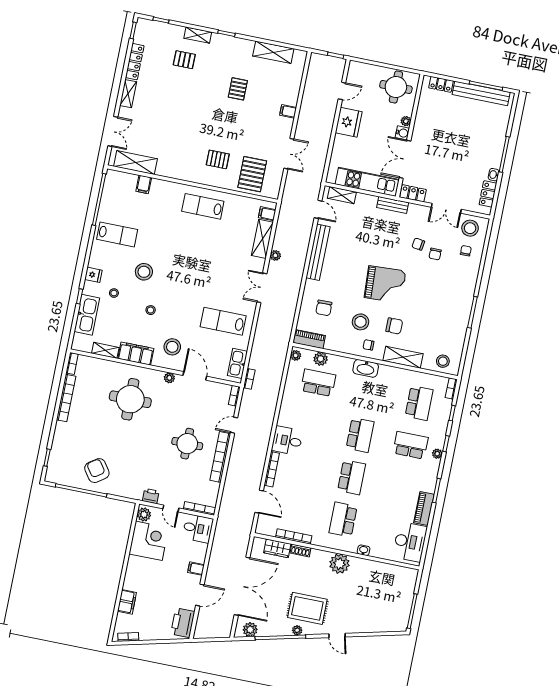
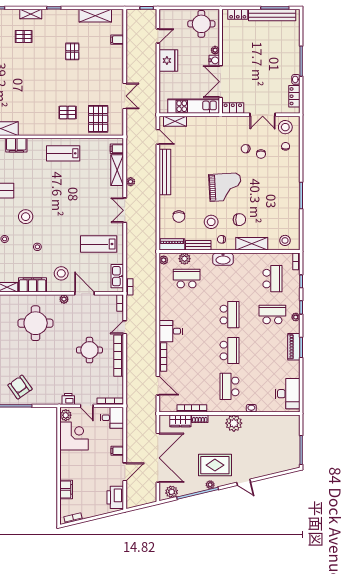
filing cabinet: (288, 111) -> (117, 40), moved
filing cabinet: (144, 184) -> (16, 145), width x2.00
bench: (393, 205) -> (198, 245), moved
piano: (424, 508) -> (294, 347), moved

